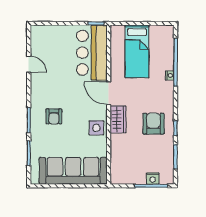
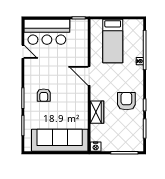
bar counter: (92, 53) -> (47, 32), moved, turned -90
wardrobe: (118, 119) -> (97, 112), moved
side table: (96, 128) -> (79, 105), removed
nightstand: (153, 179) -> (96, 147), moved

